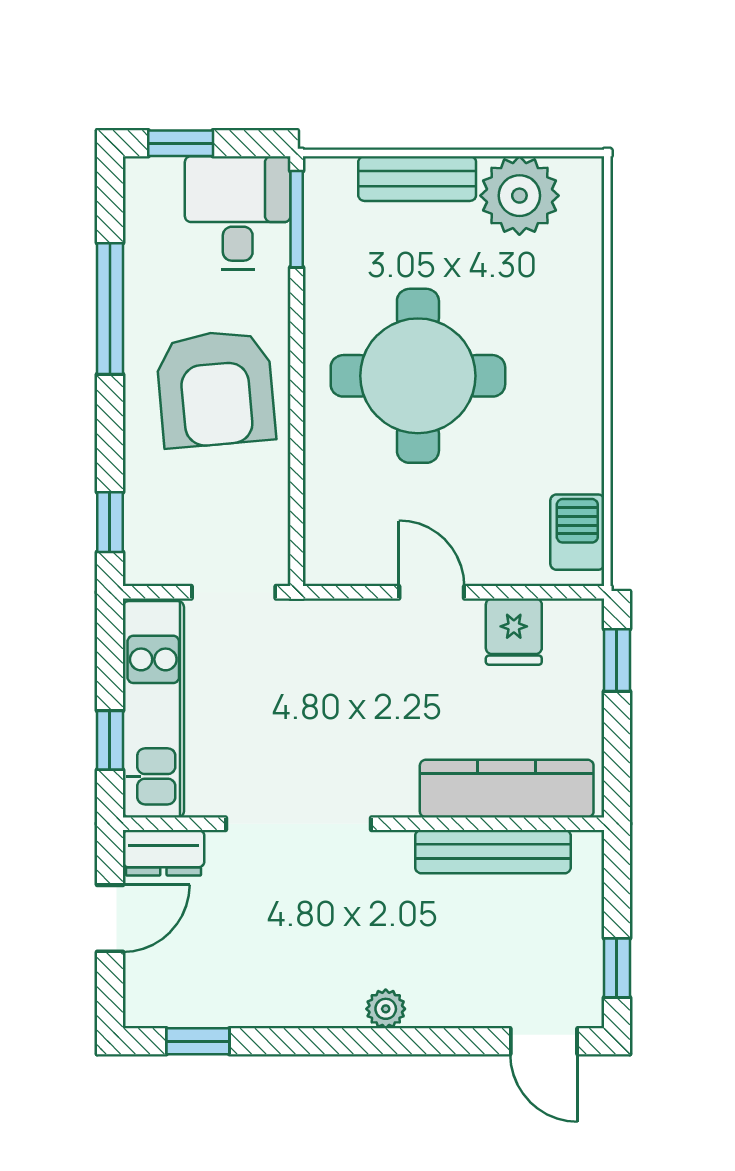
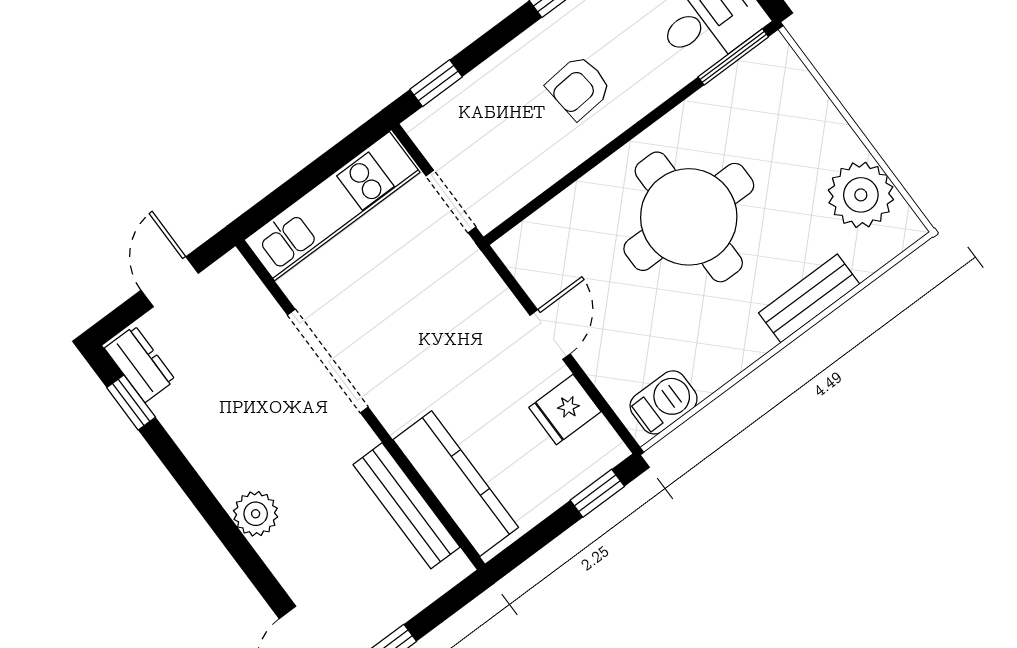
bench: (417, 179) -> (809, 298), moved, turned 90
armchair: (216, 389) -> (579, 87), width x0.53, depth x0.53
window: (110, 740) -> (289, 192), removed
dresser: (163, 853) -> (140, 364), moved, turned 180
door: (110, 918) -> (170, 282), swing flipped
plant: (386, 1009) -> (256, 514), width x1.38, depth x1.38

